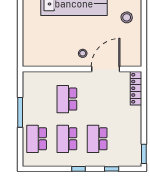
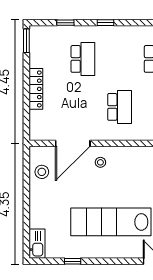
stool: (127, 17) -> (42, 172), moved
locker: (136, 88) -> (36, 89), moved
school desk: (67, 139) -> (120, 59), removed

